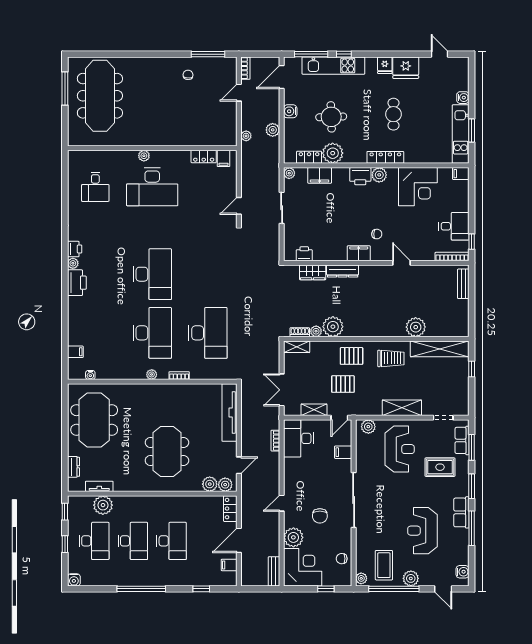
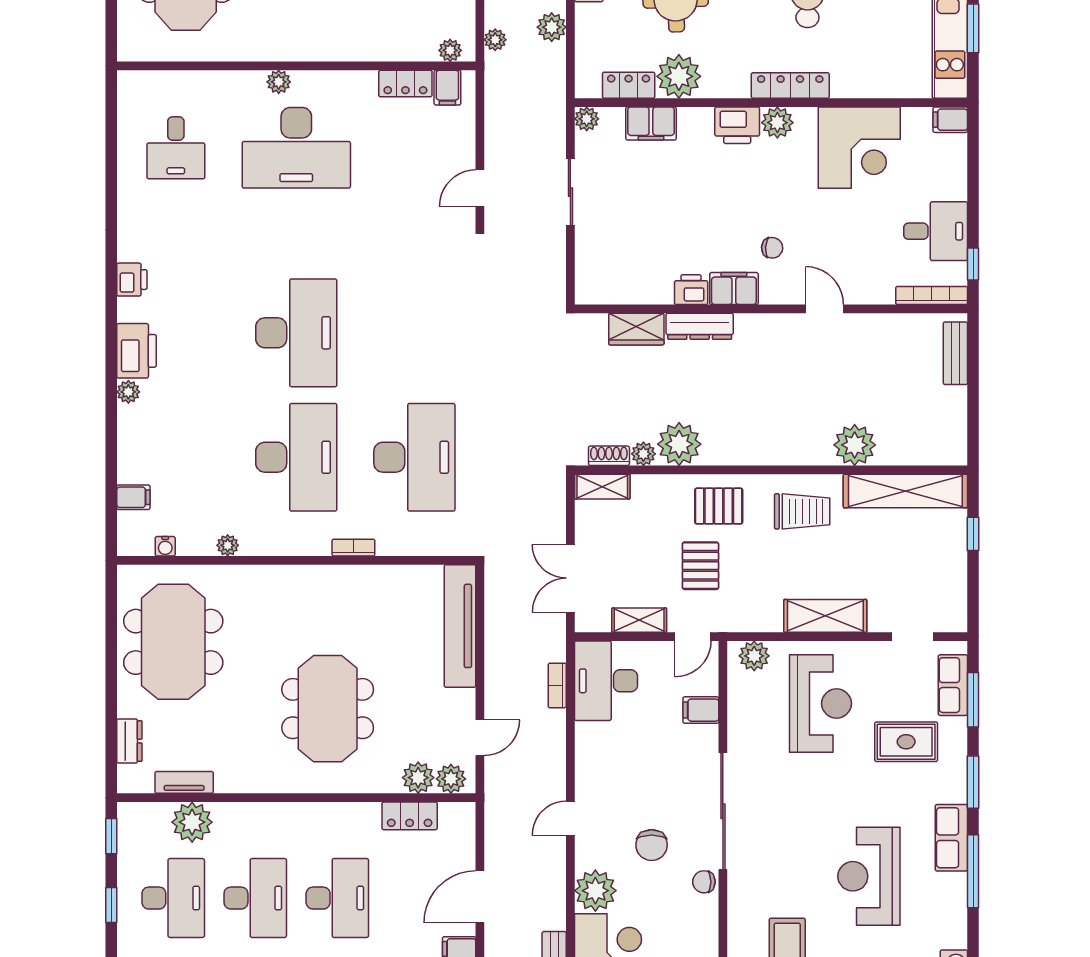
plant: (225, 141) -> (450, 50), added
printer: (304, 254) -> (691, 290), moved
plant: (73, 263) -> (128, 392), moved
plant: (152, 374) -> (228, 545), moved
pallet: (343, 384) -> (700, 566), turned 90
locker: (230, 509) -> (410, 816), moved, turned -90
chair: (342, 559) -> (704, 882), moved

